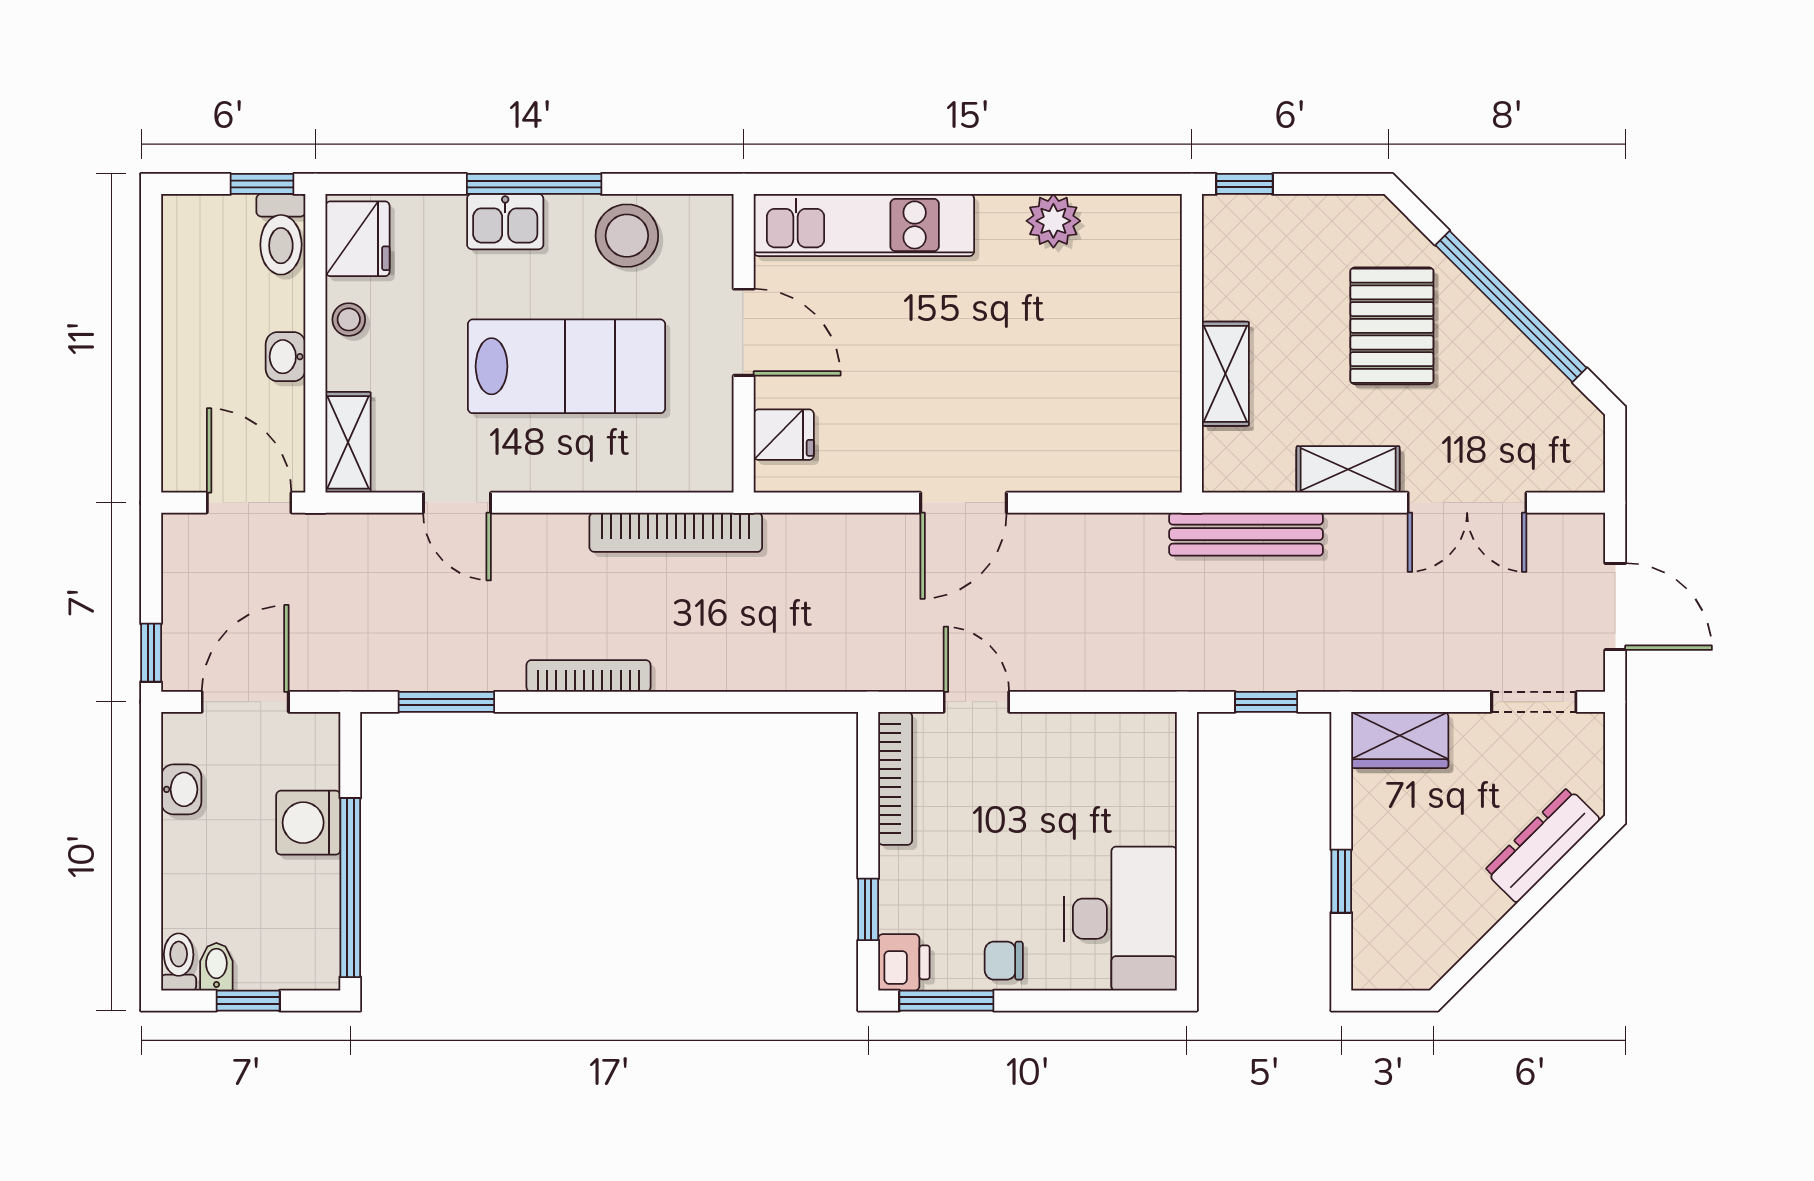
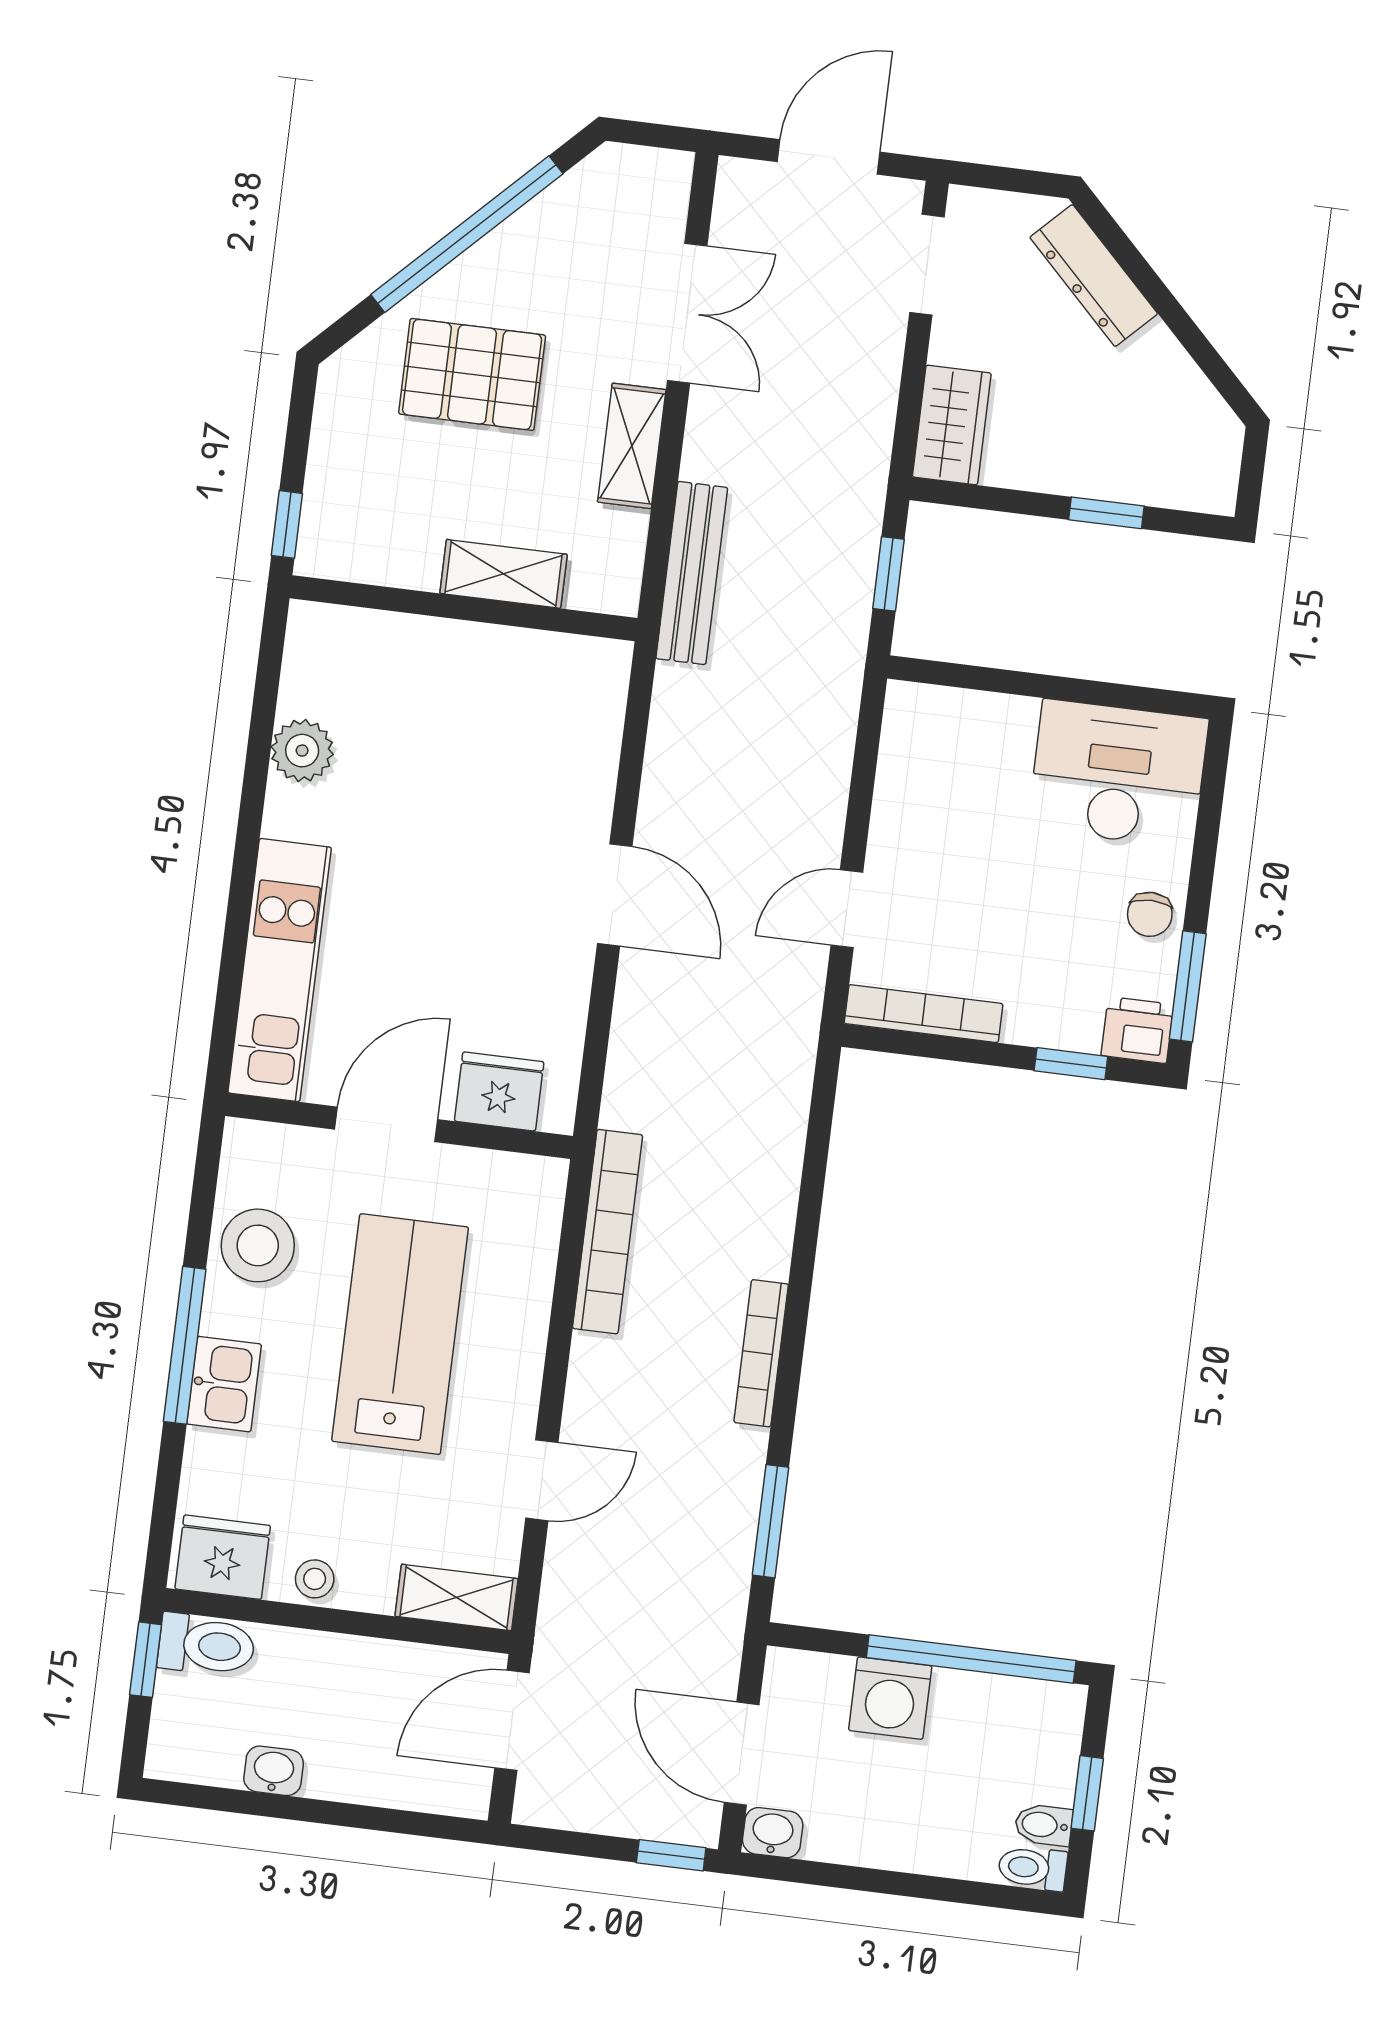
washbasin: (286, 357) -> (274, 1771), moved, turned 180
fridge: (784, 435) -> (499, 1091), width x1.38
washbasin: (181, 789) -> (773, 1833), moved

